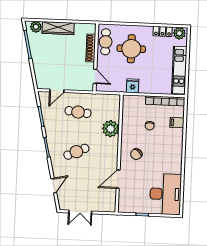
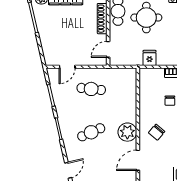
door: (95, 76) -> (108, 49), swing flipped
plant: (111, 129) -> (127, 132), moved

